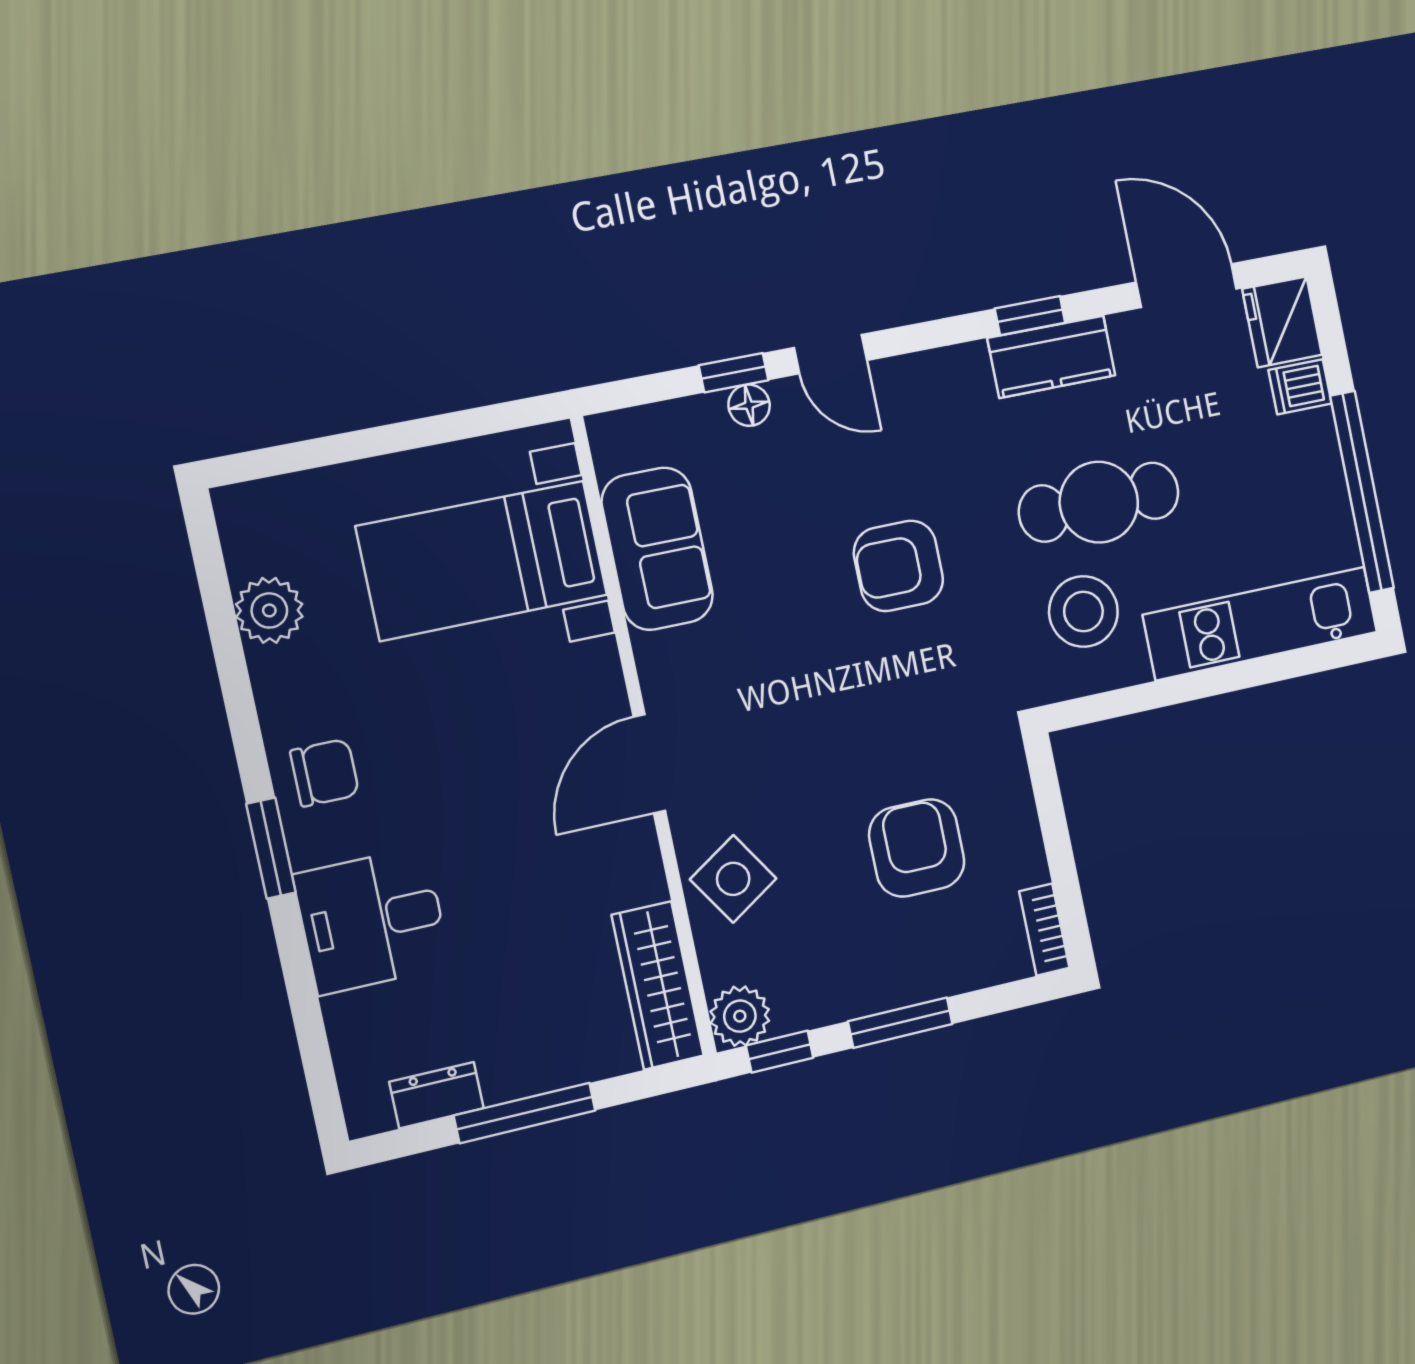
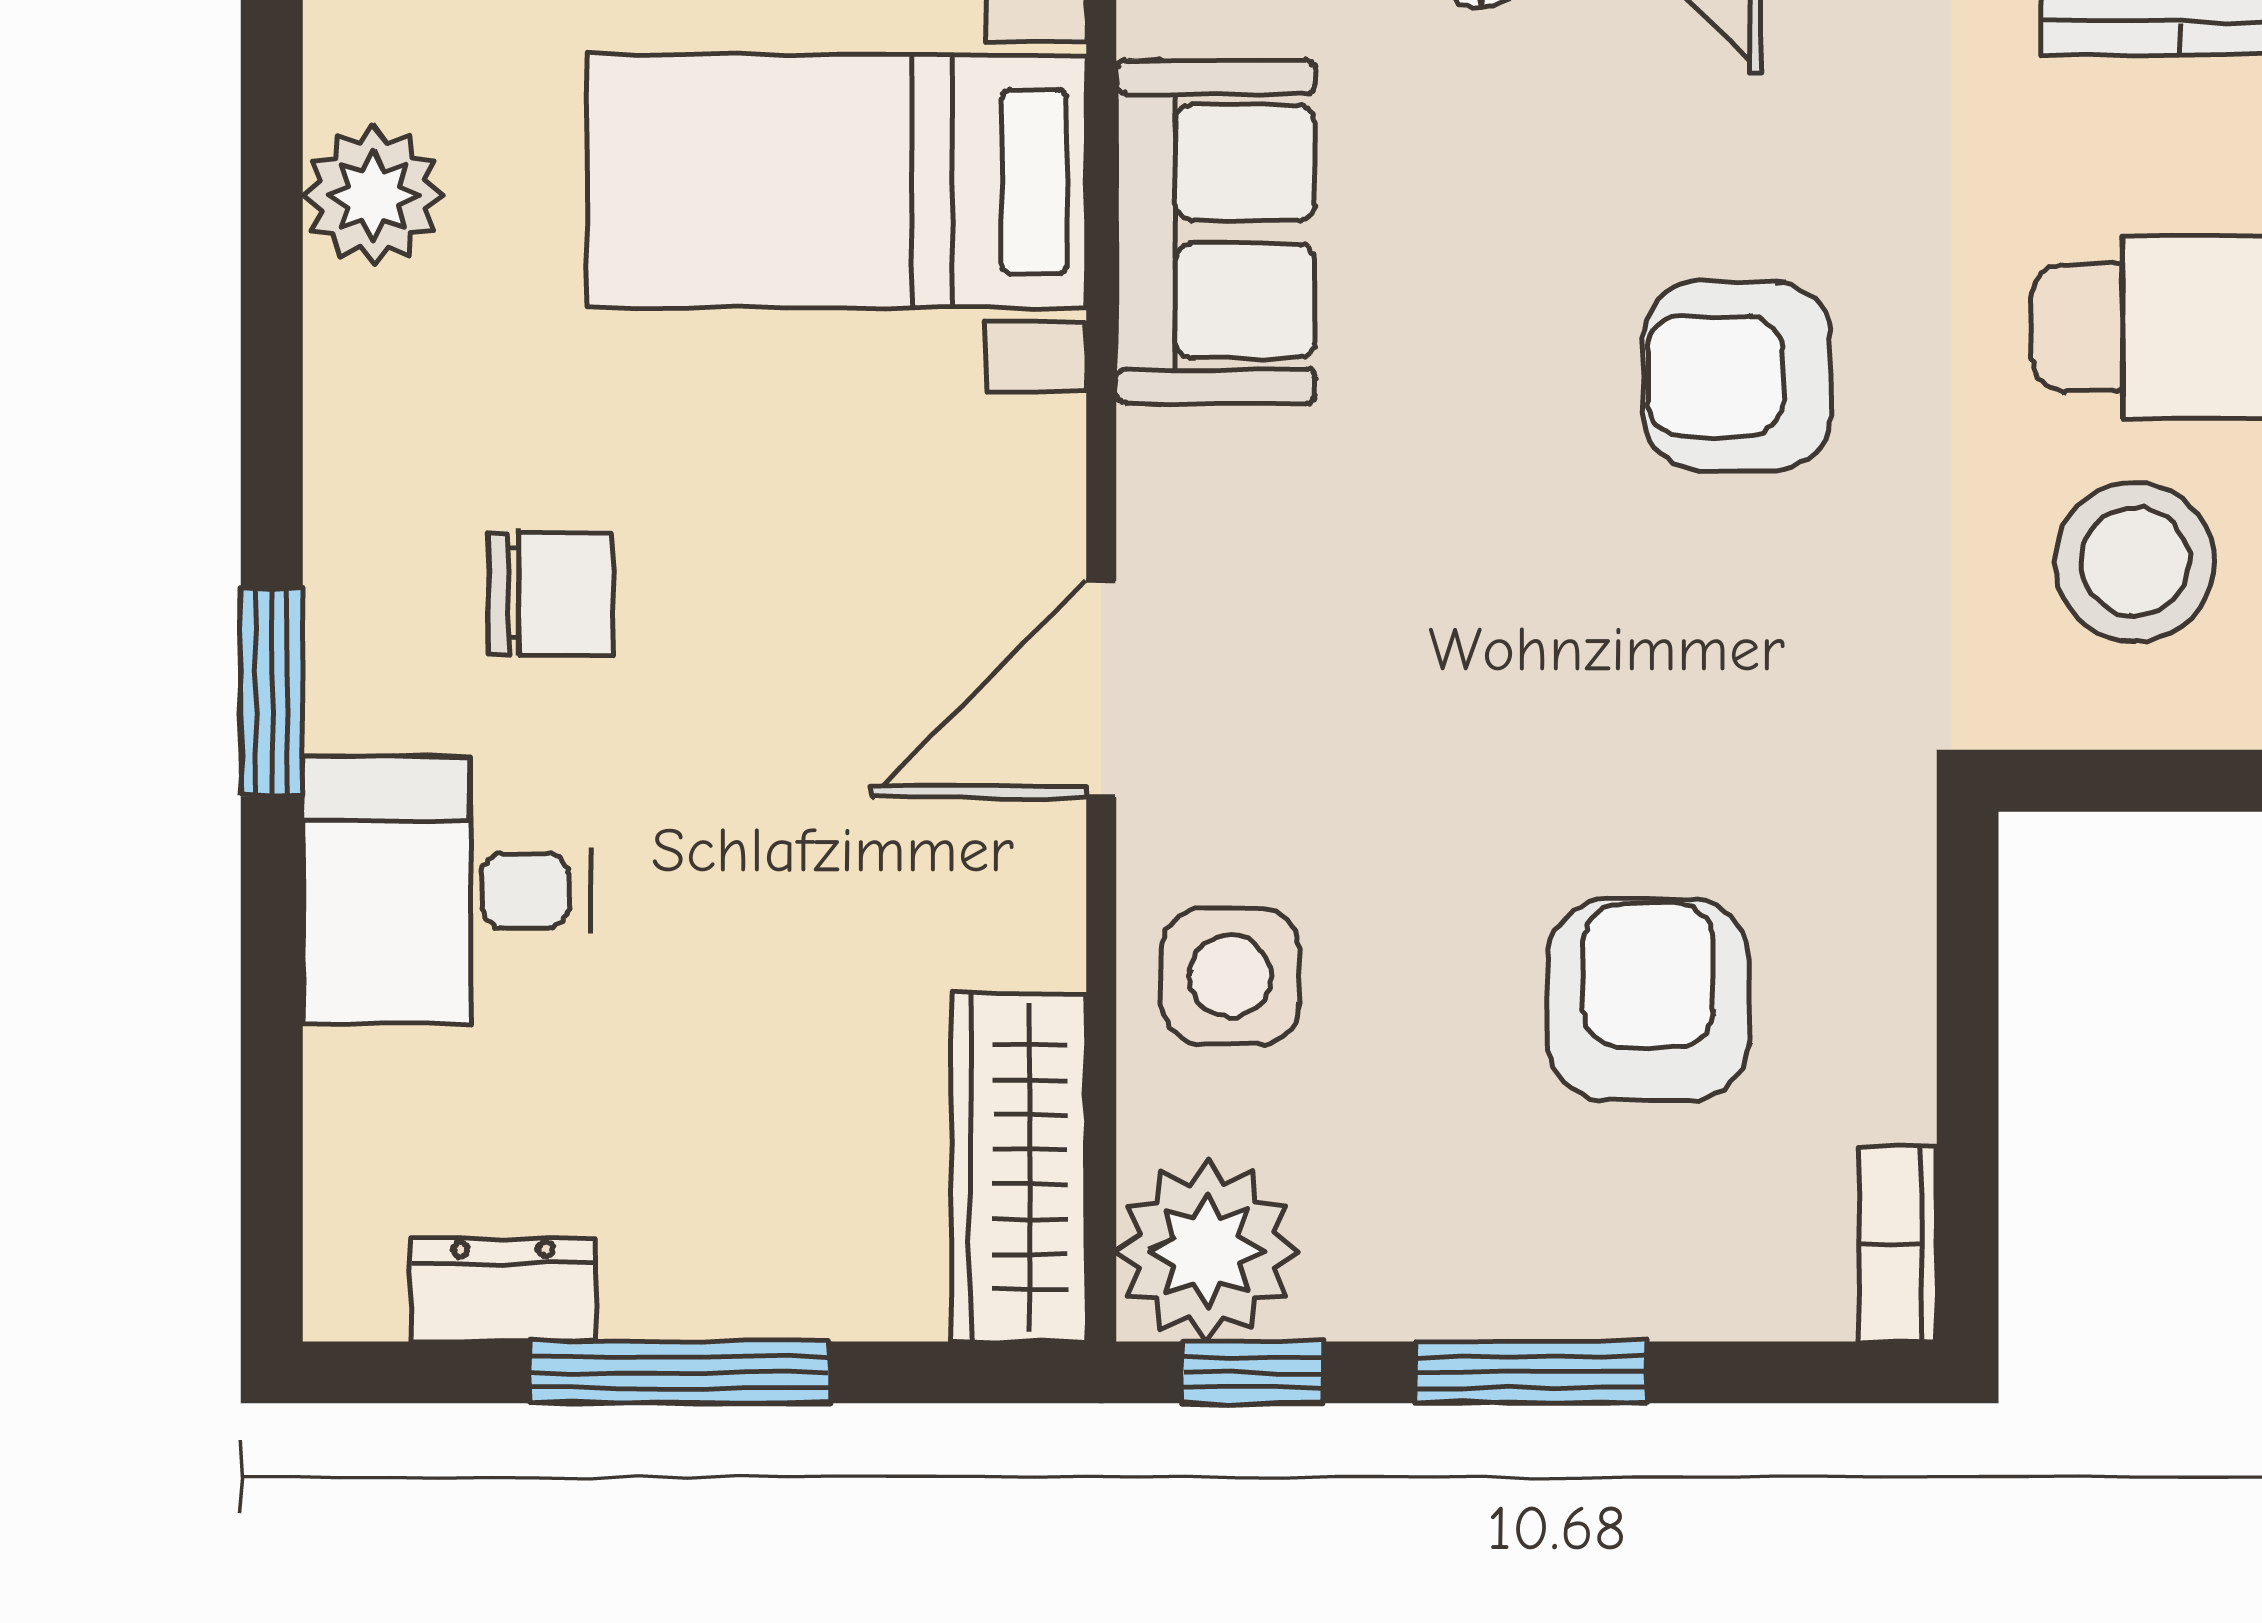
chair: (325, 773) -> (551, 593), moved
side table: (733, 879) -> (1230, 976), turned 33
plant: (740, 1016) -> (1207, 1251), width x1.36, depth x1.36

